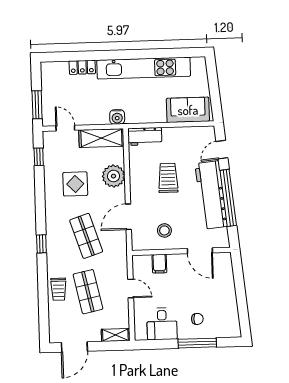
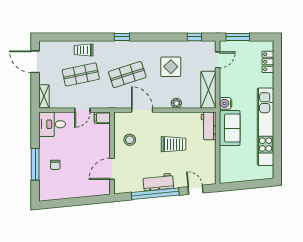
locker: (82, 67) -> (268, 62), moved
sofa: (188, 110) -> (230, 128), moved
plant: (114, 176) -> (176, 103), width x0.53, depth x0.53
workbench: (211, 195) -> (158, 182), width x0.53, depth x0.76
filing cabinet: (159, 264) -> (102, 118), moved
desk: (162, 324) -> (52, 124), moved

